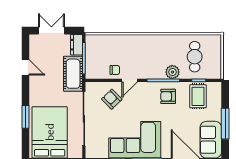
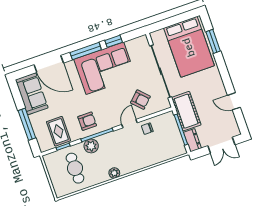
plant: (160, 40) -> (114, 173), added
window: (26, 117) -> (213, 41), moved
window: (225, 124) -> (27, 124), moved

